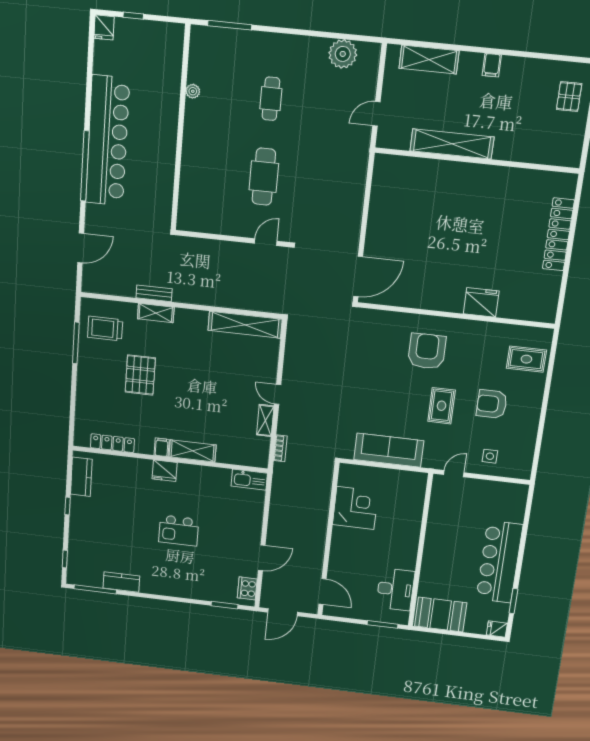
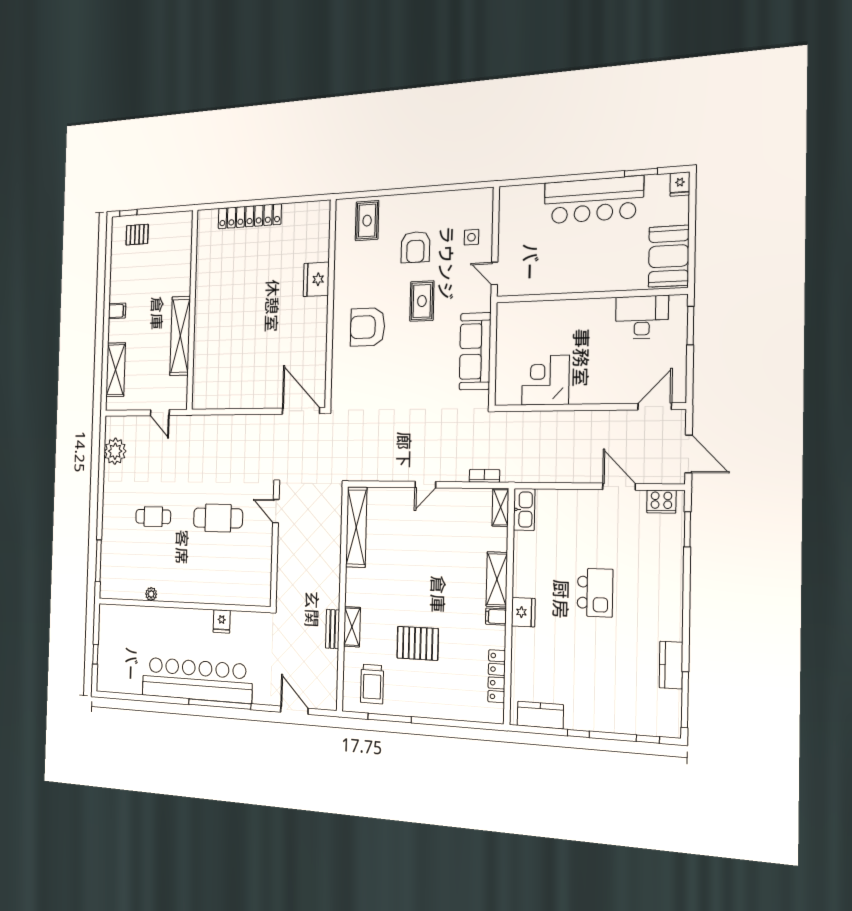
fridge: (104, 27) -> (222, 621), moved, turned 90
rug: (442, 406) -> (422, 301), turned 90
shelving: (265, 420) -> (501, 507), moved, turned 90

